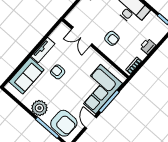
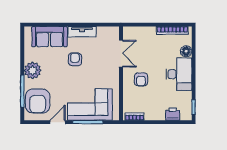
double door: (82, 36) -> (121, 54), swing flipped
printer: (148, 46) -> (173, 114), moved

